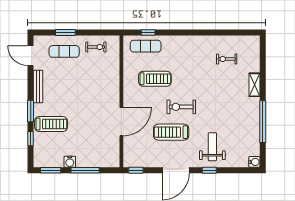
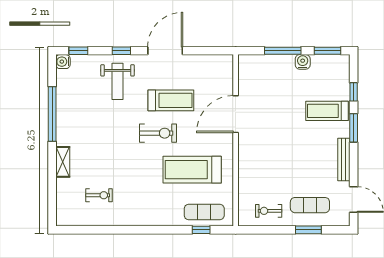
treadmill: (155, 79) -> (192, 170), width x1.37, depth x1.38
window: (136, 170) -> (78, 51), moved

